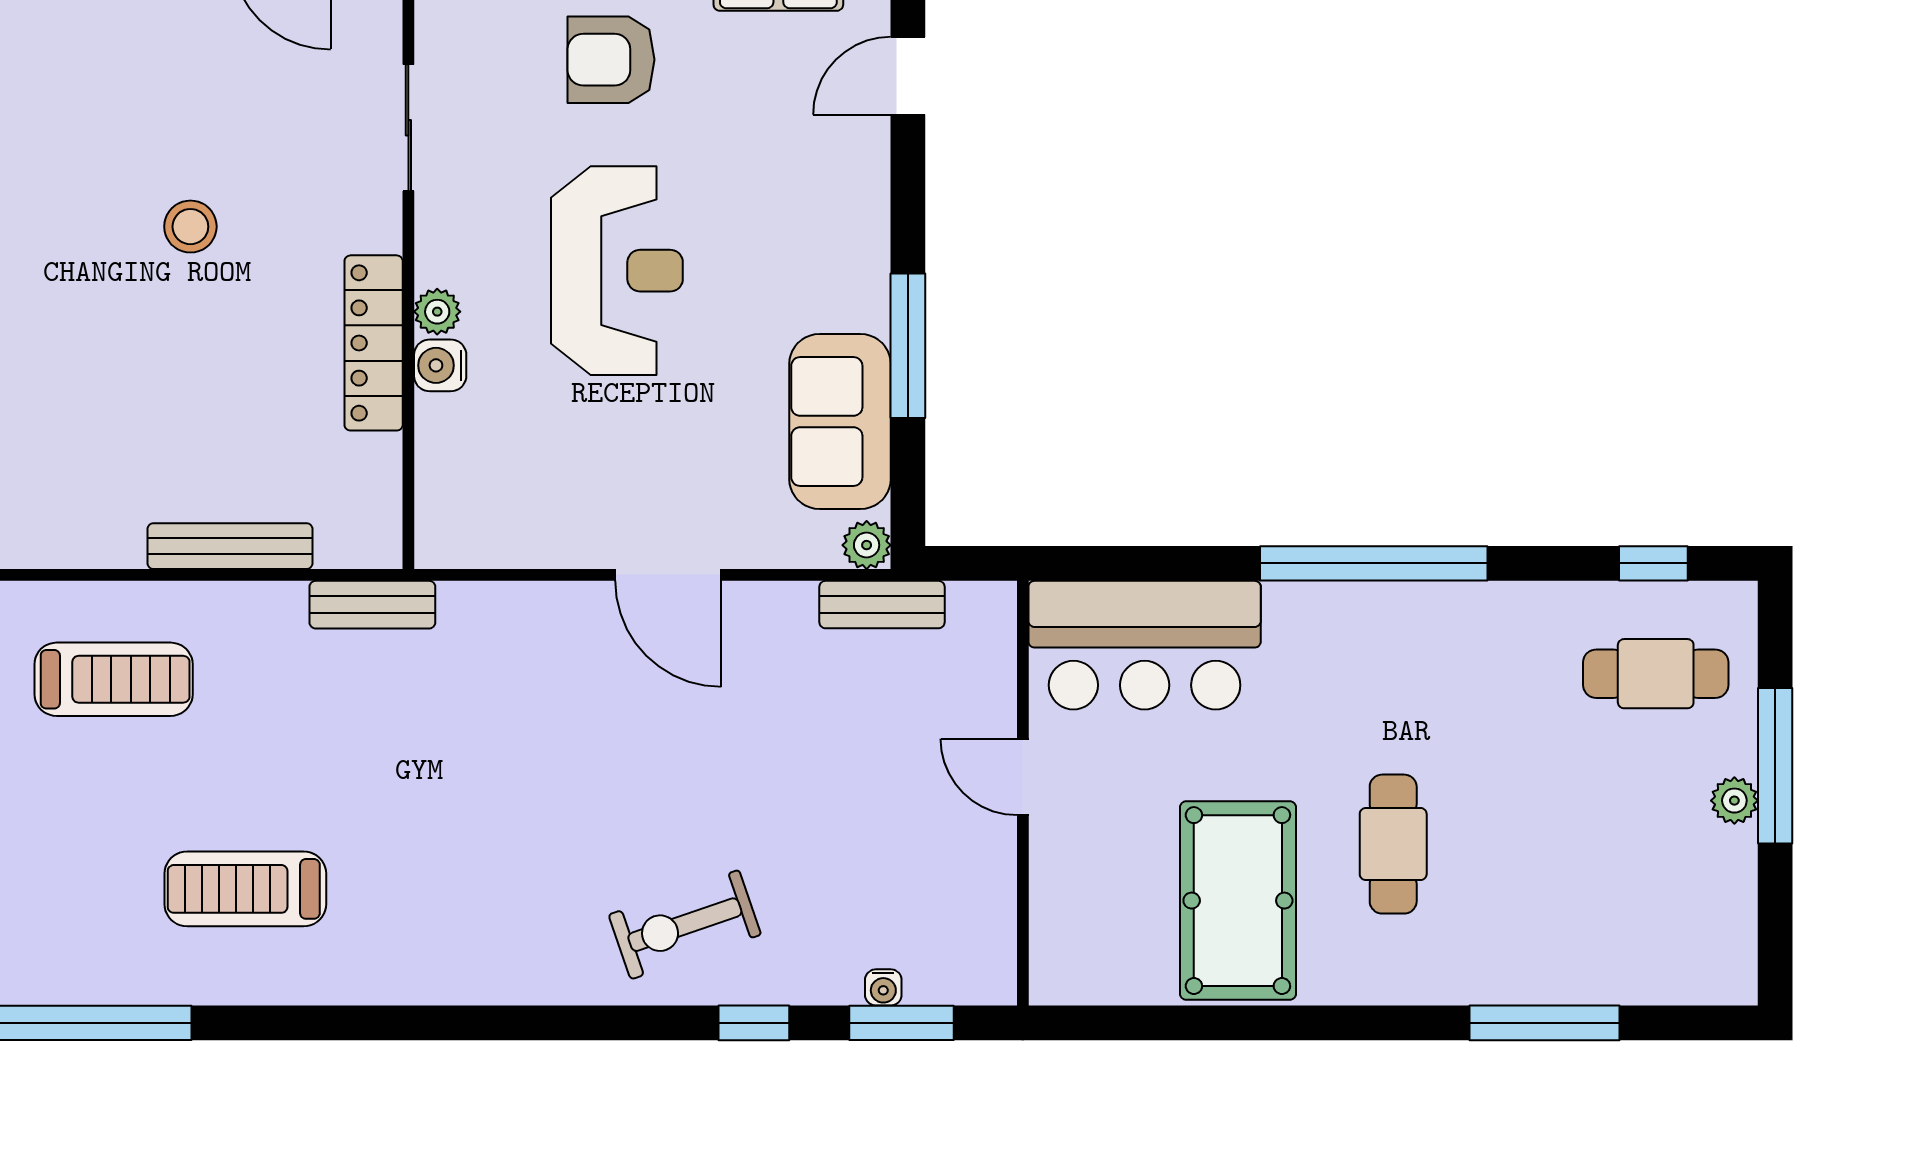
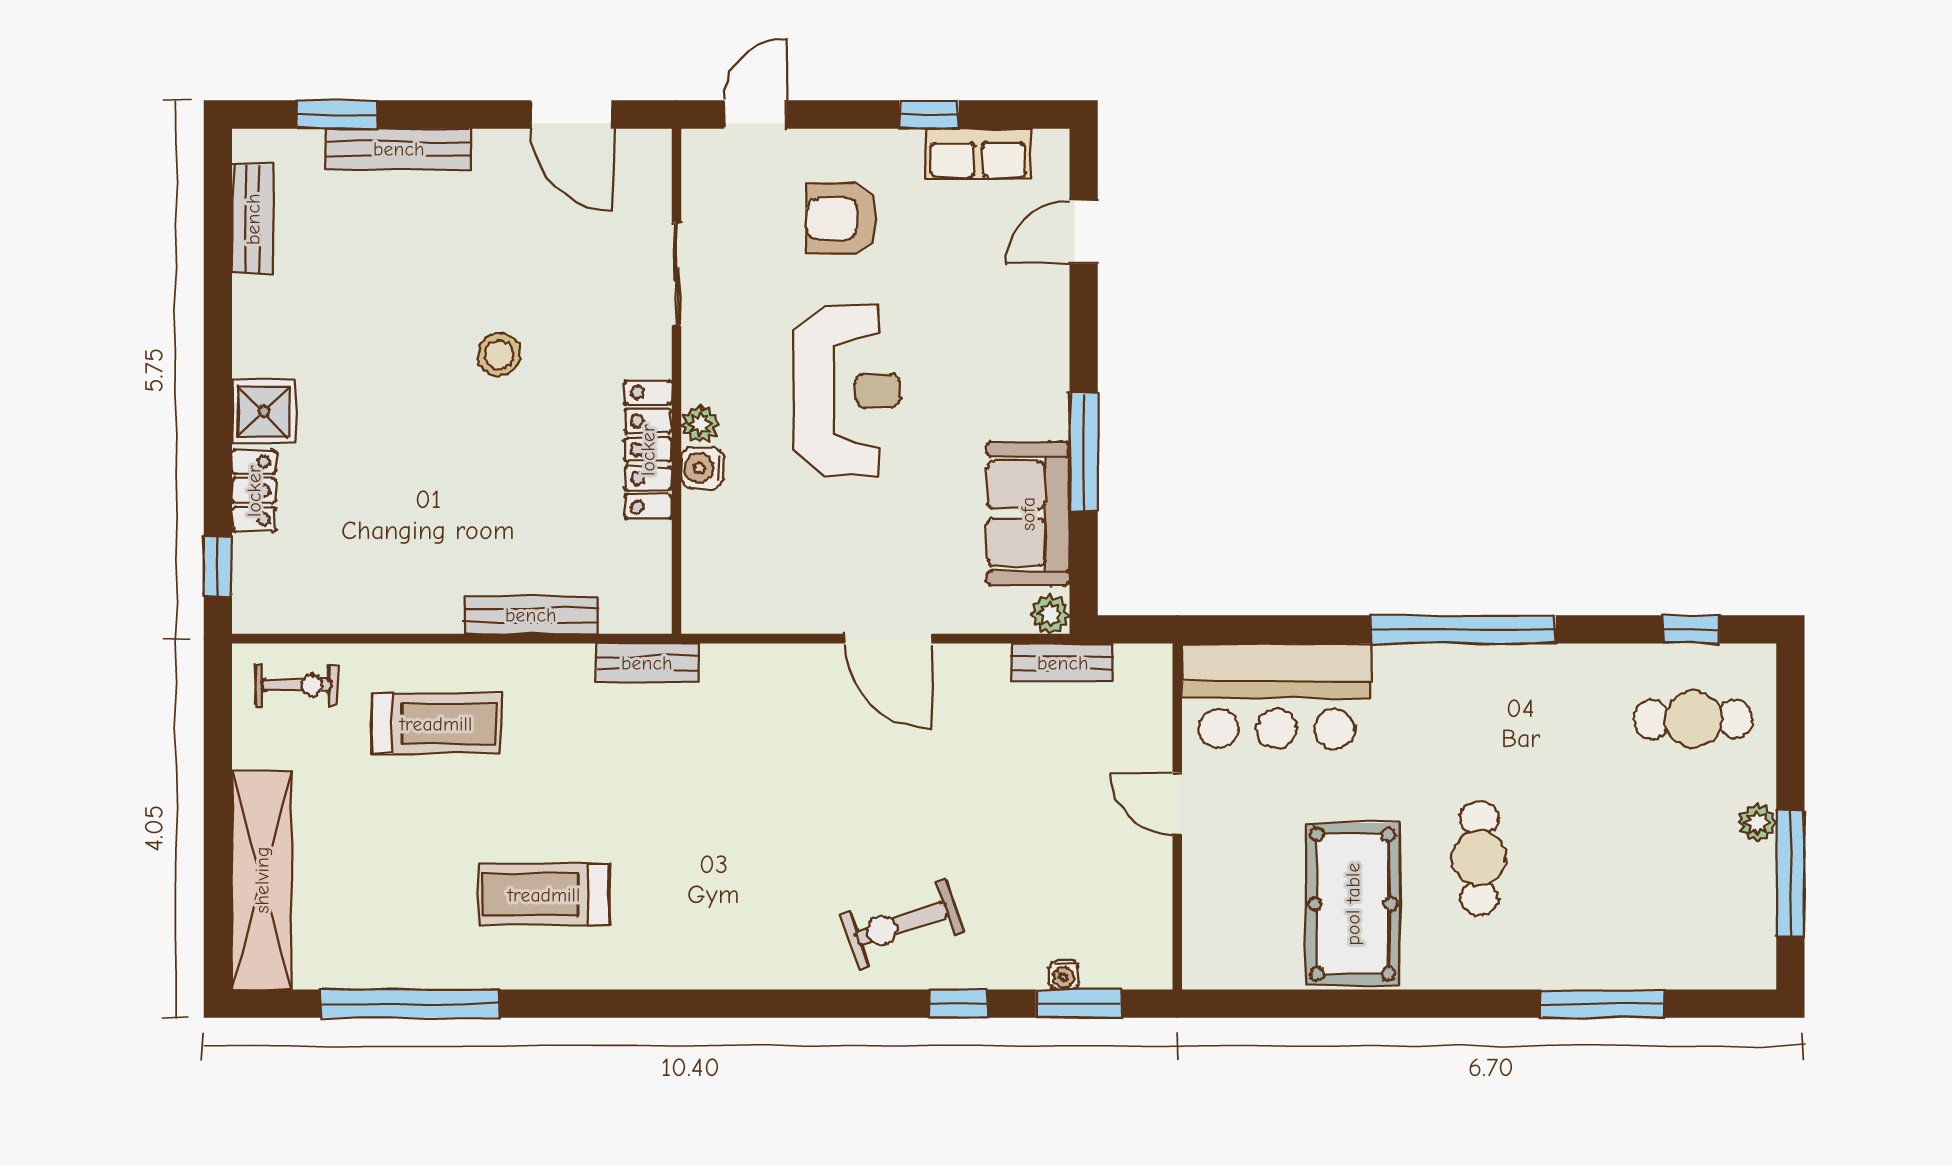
window: (1775, 766) -> (1790, 874), moved

